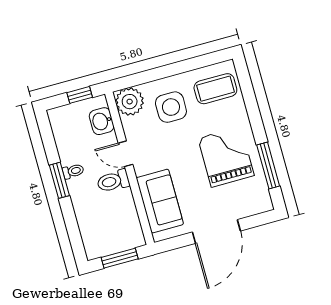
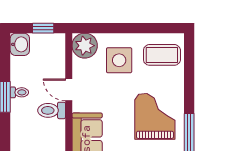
washbasin: (102, 121) -> (20, 44), moved, turned 180

